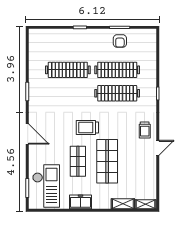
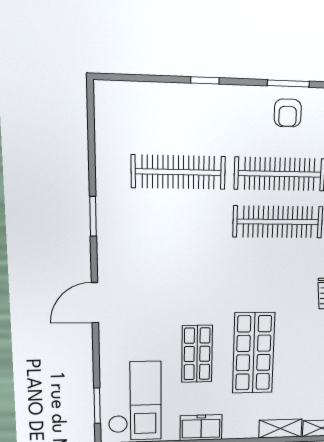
trolley: (87, 127) -> (217, 289), removed
door: (27, 134) -> (95, 303), swing flipped

